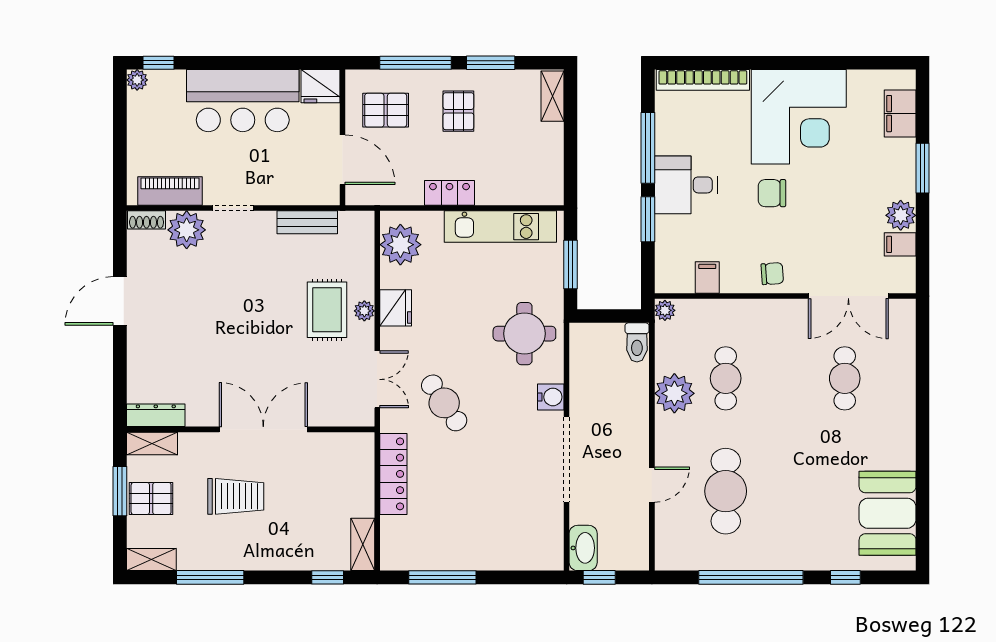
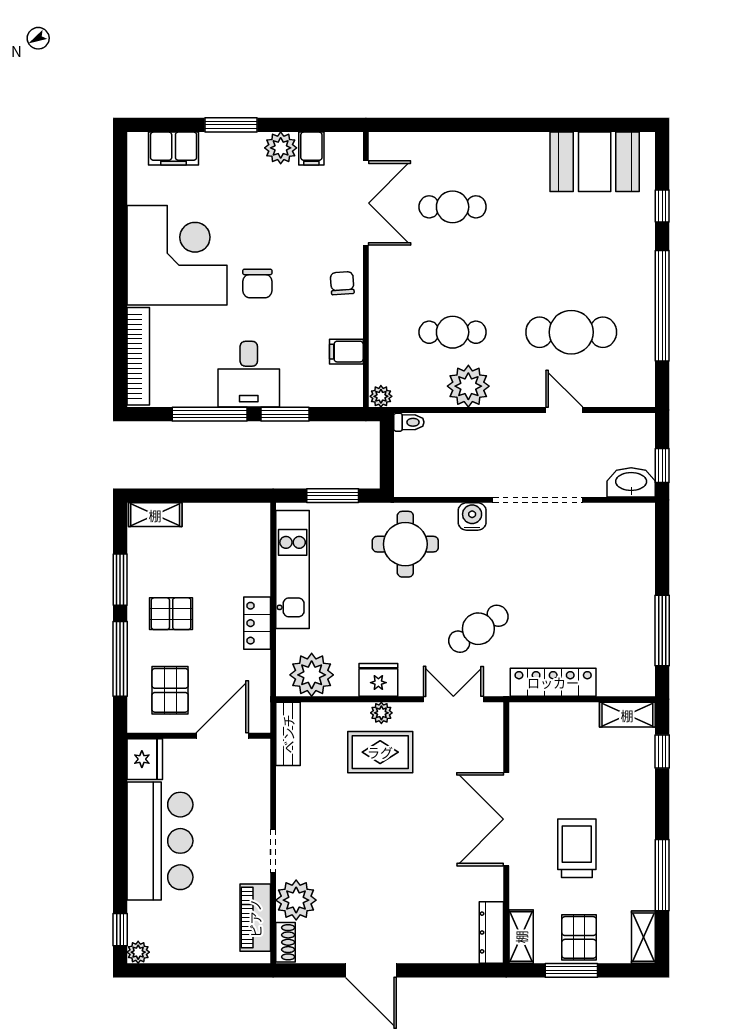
bench: (307, 222) -> (288, 734), moved
toilet: (637, 342) -> (409, 422), width x0.73, depth x0.72

